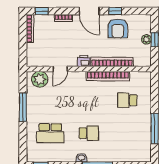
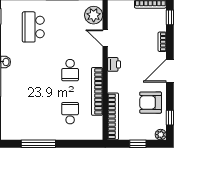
window: (115, 11) -> (170, 118), moved
plant: (146, 39) -> (161, 135), moved
bookcase: (112, 62) -> (113, 116), moved
school desk: (89, 133) -> (70, 70), moved

